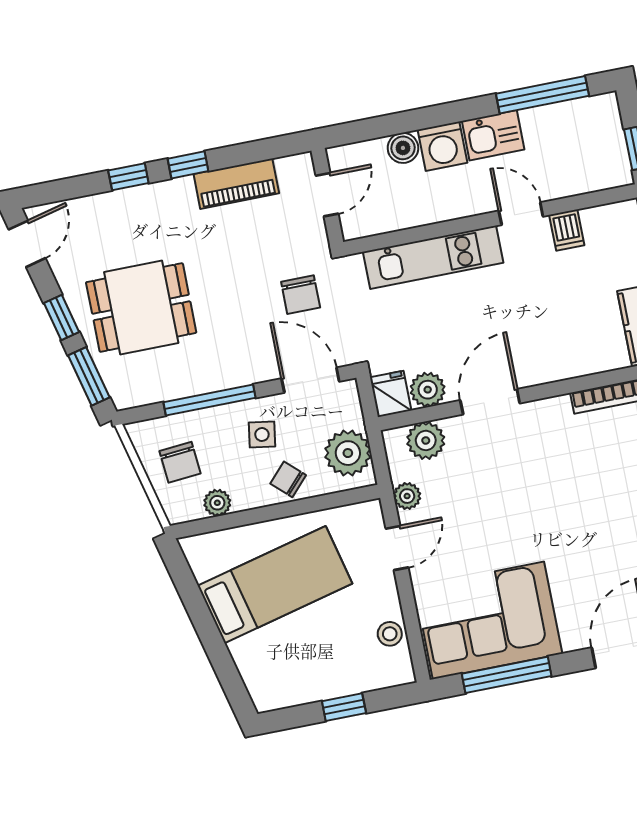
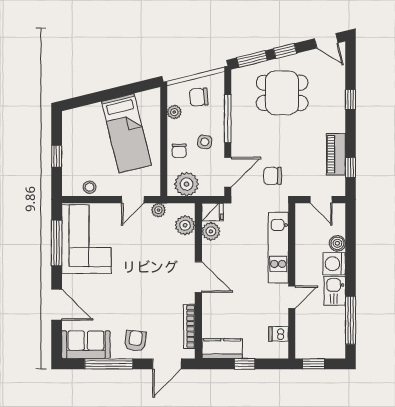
window: (188, 165) -> (350, 168), moved
dishwasher: (567, 230) -> (279, 334), moved
dining table: (141, 308) -> (282, 93), turned 90
door: (490, 402) -> (198, 277), moved
chair: (288, 479) -> (179, 151), turned 137
door: (397, 548) -> (133, 200), hinge flipped

